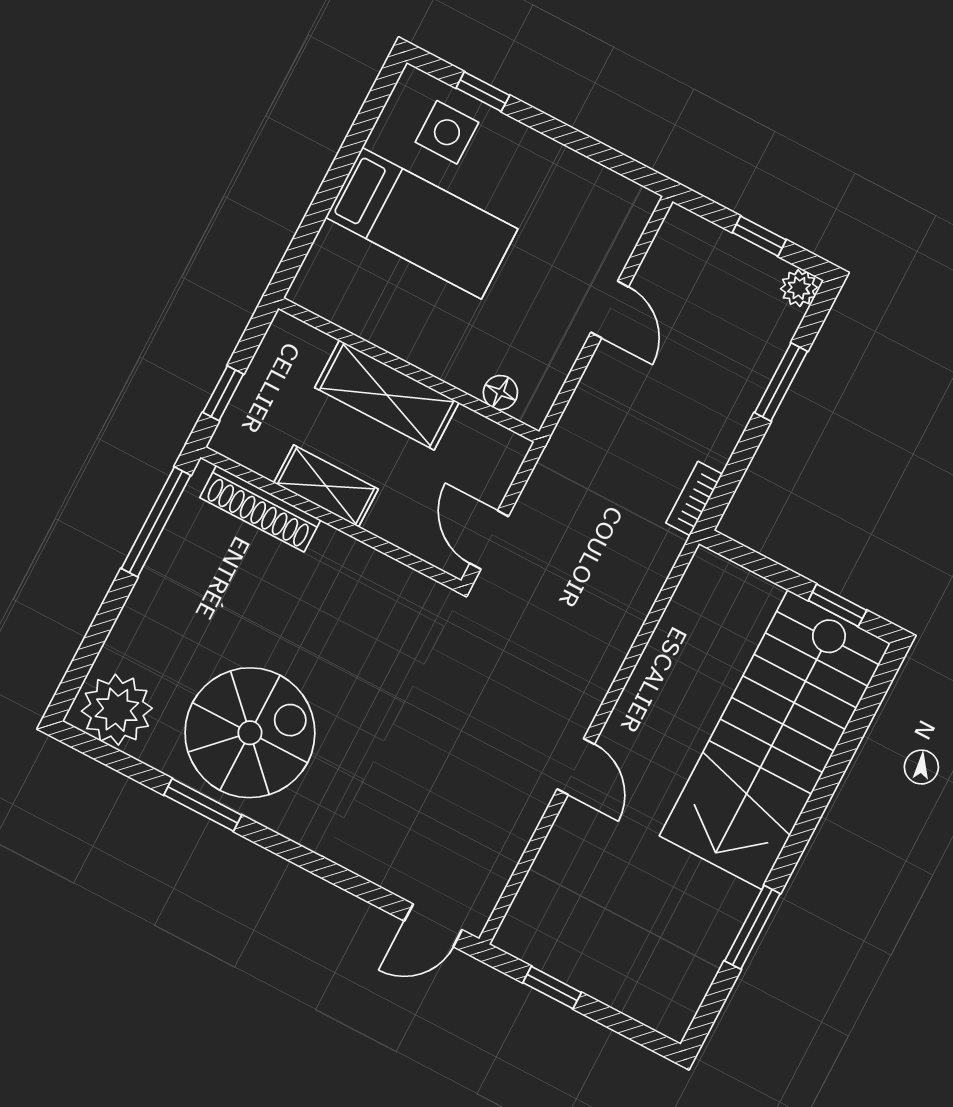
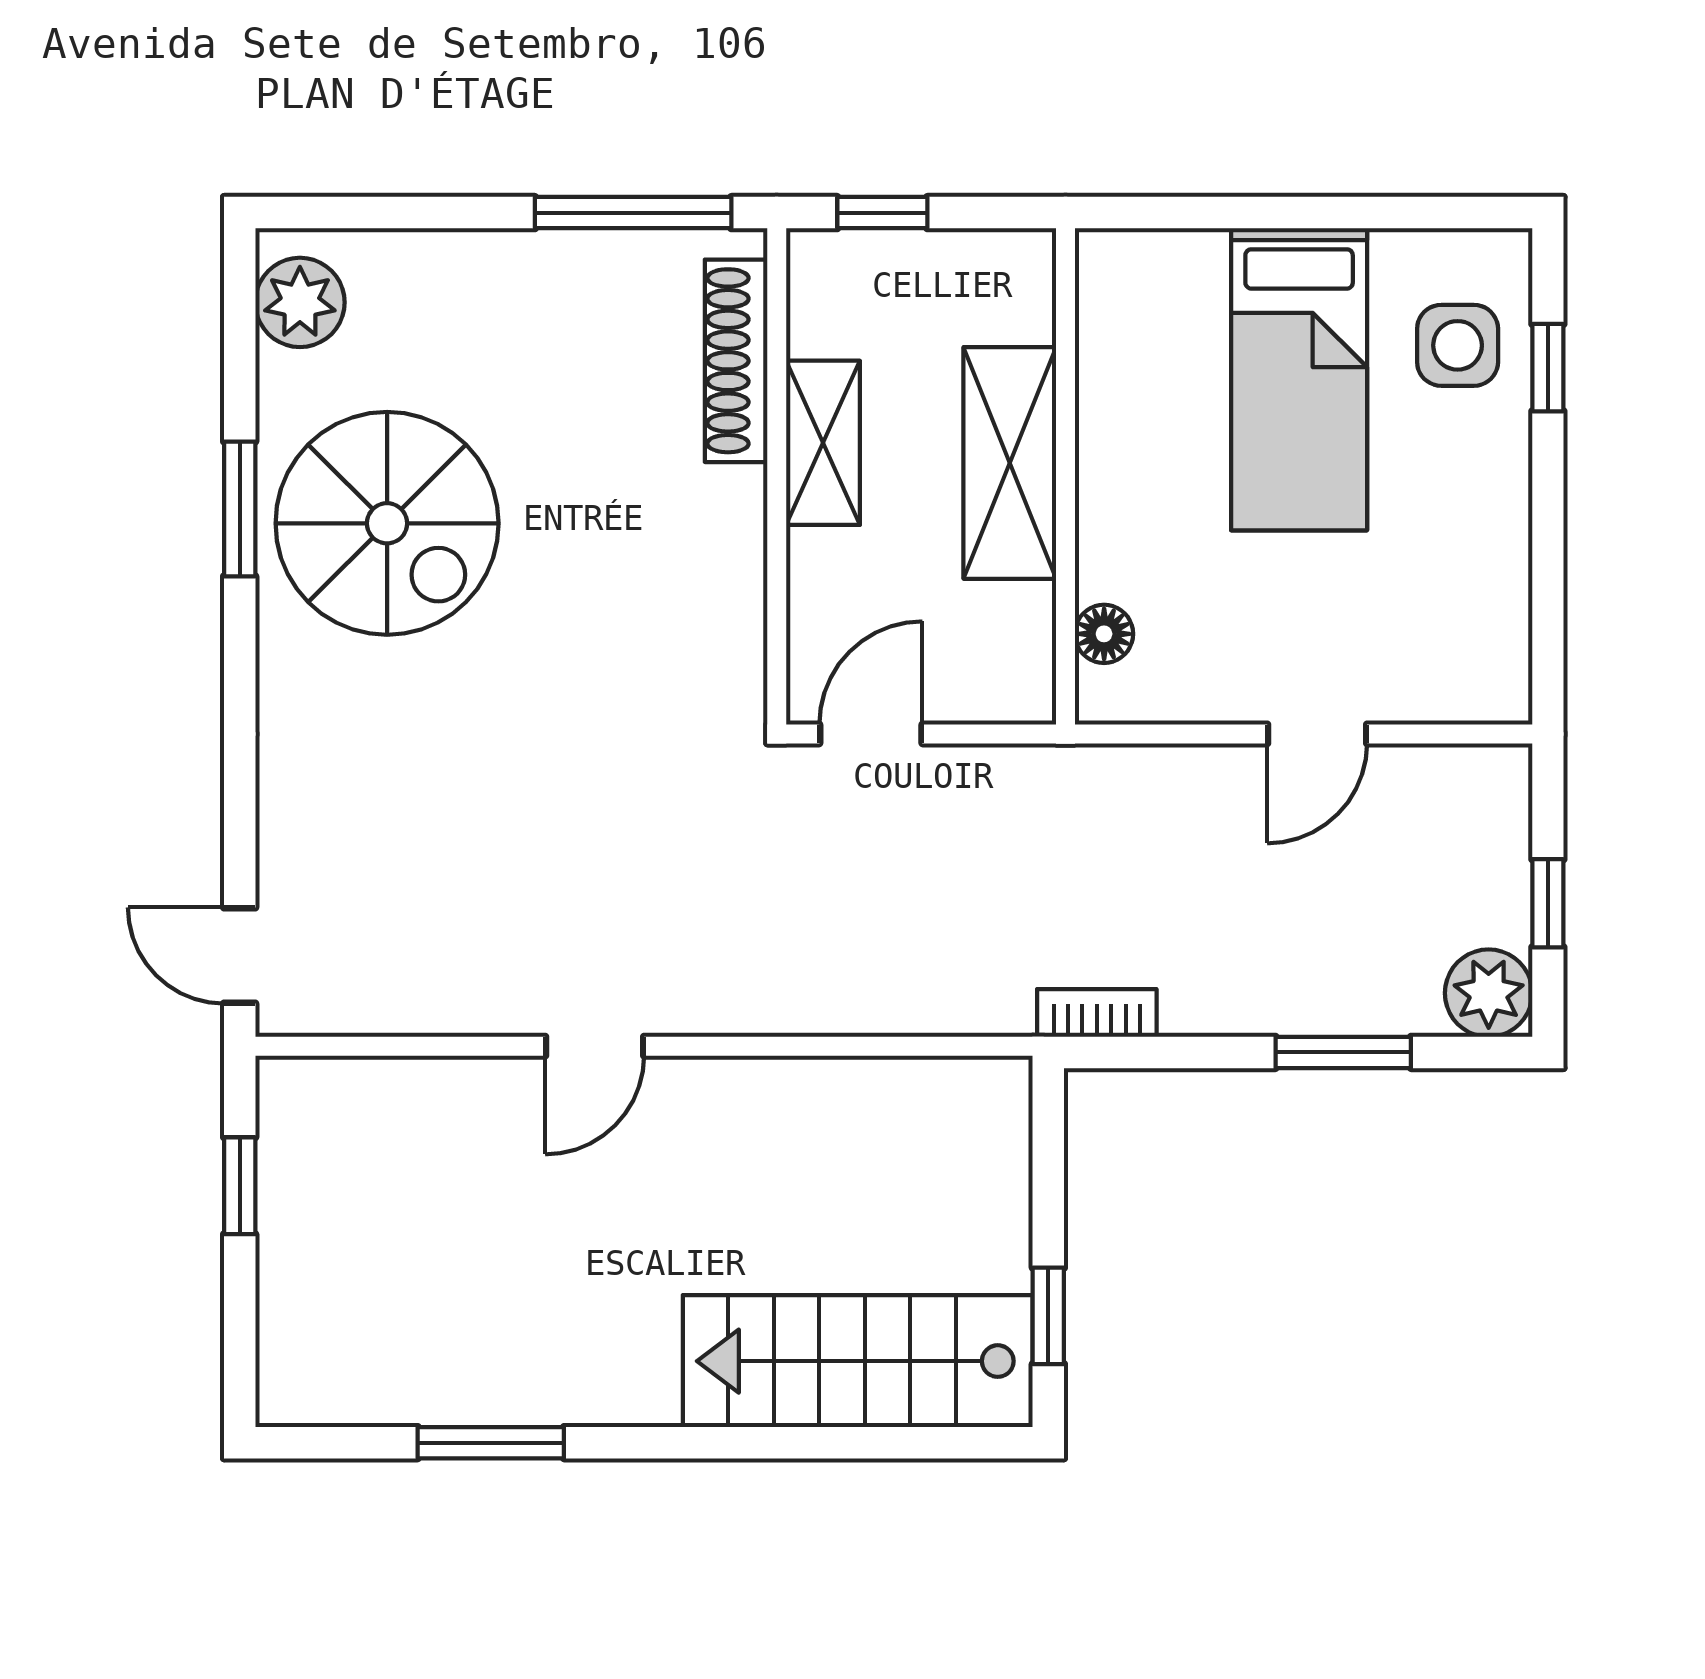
plant: (799, 288) -> (1489, 993), width x1.38, depth x1.38
plant: (117, 710) -> (300, 302), width x0.73, depth x0.73
stairs: (775, 740) -> (858, 1361), width x0.73, depth x0.66

